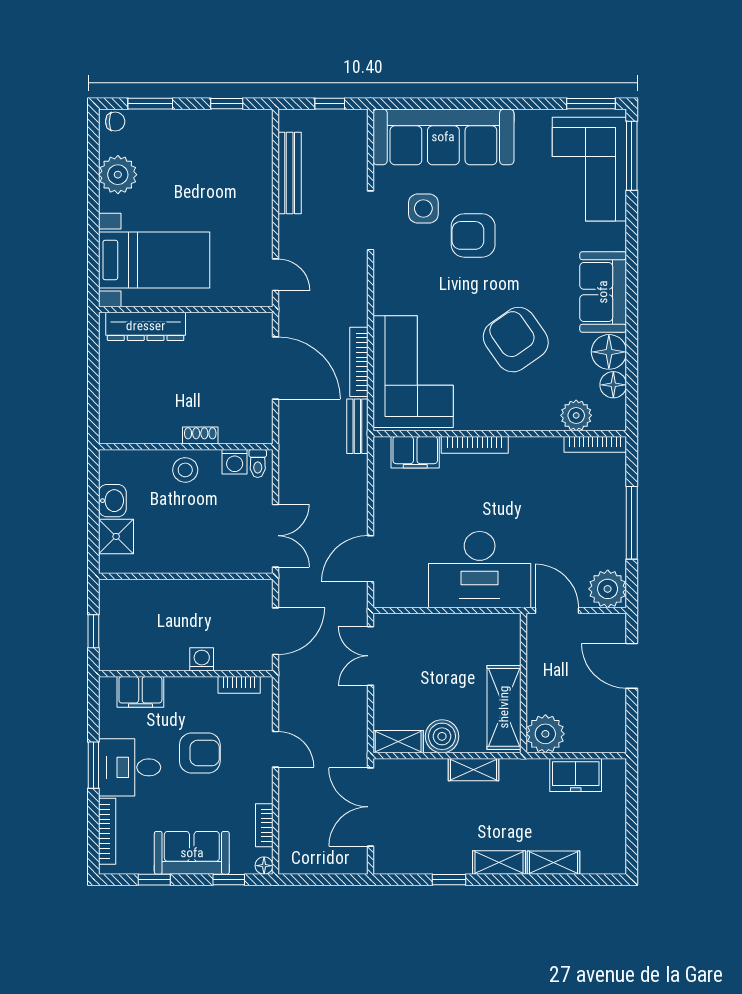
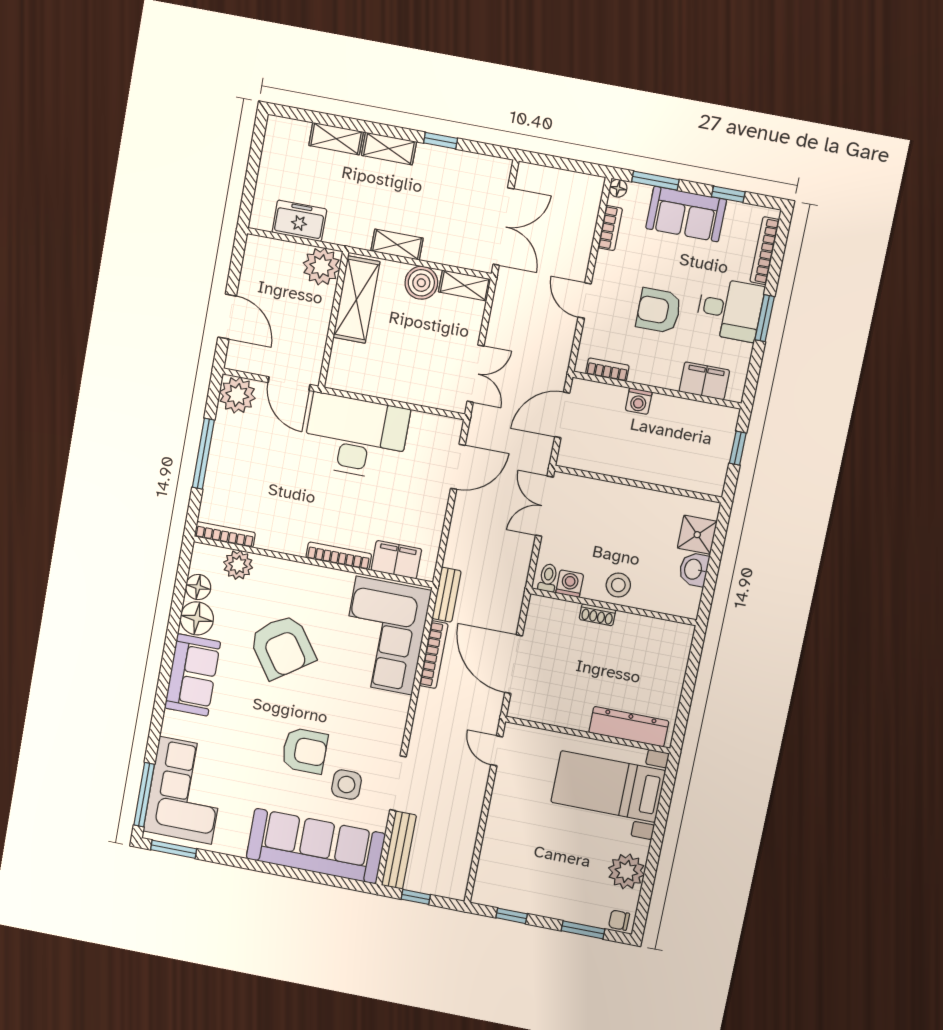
bench: (290, 173) -> (399, 850), moved
window: (229, 880) -> (655, 181), width x1.50

